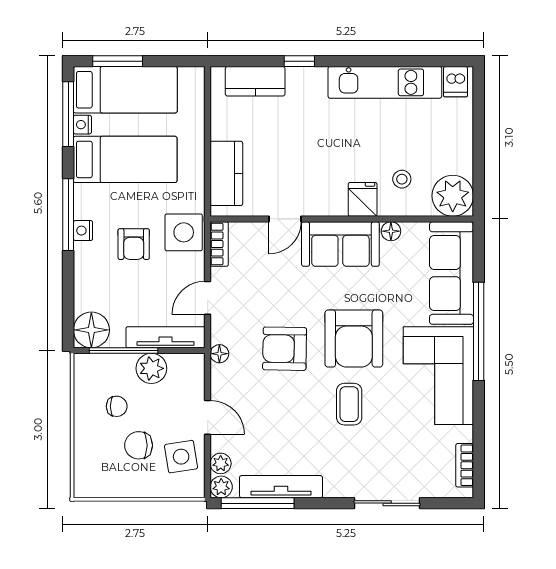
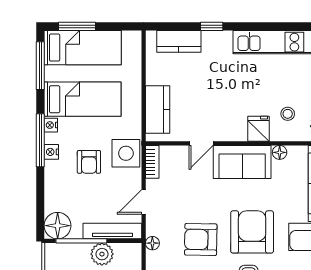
nightstand: (82, 125) -> (51, 125), moved
armchair: (354, 339) -> (252, 232), turned 180

